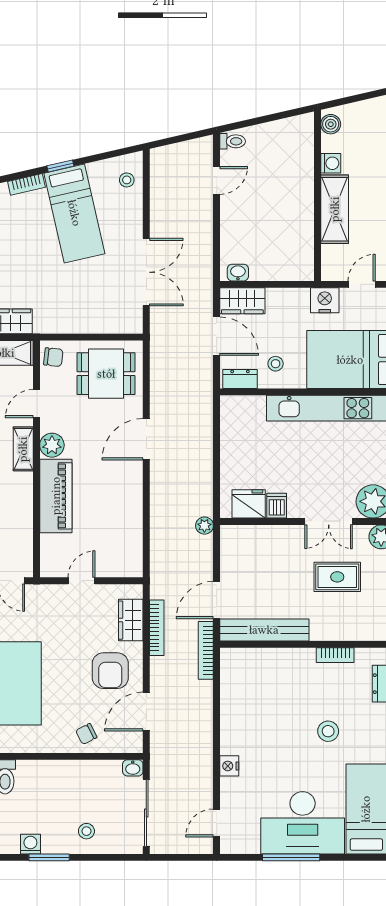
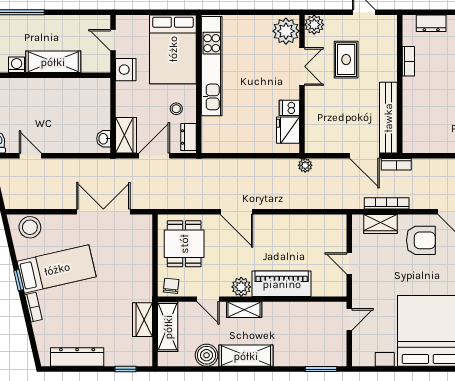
stool: (127, 180) -> (30, 227), width x1.89, depth x1.89
bookcase: (206, 650) -> (396, 164), width x0.64

